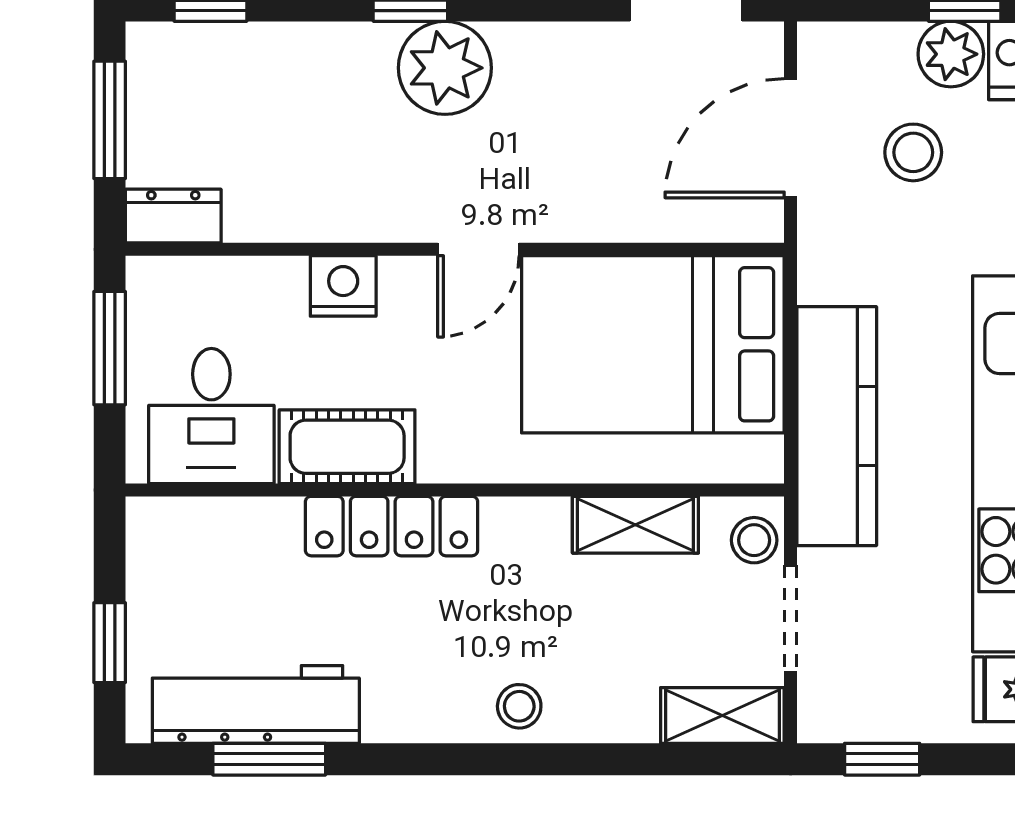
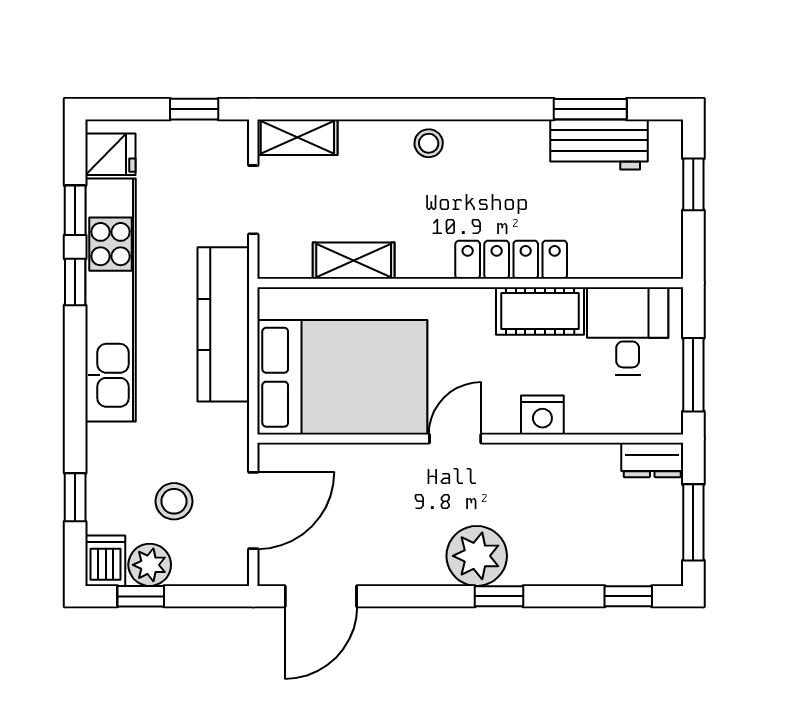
stool: (754, 540) -> (277, 251), removed
workbench: (256, 704) -> (599, 144), width x0.73

